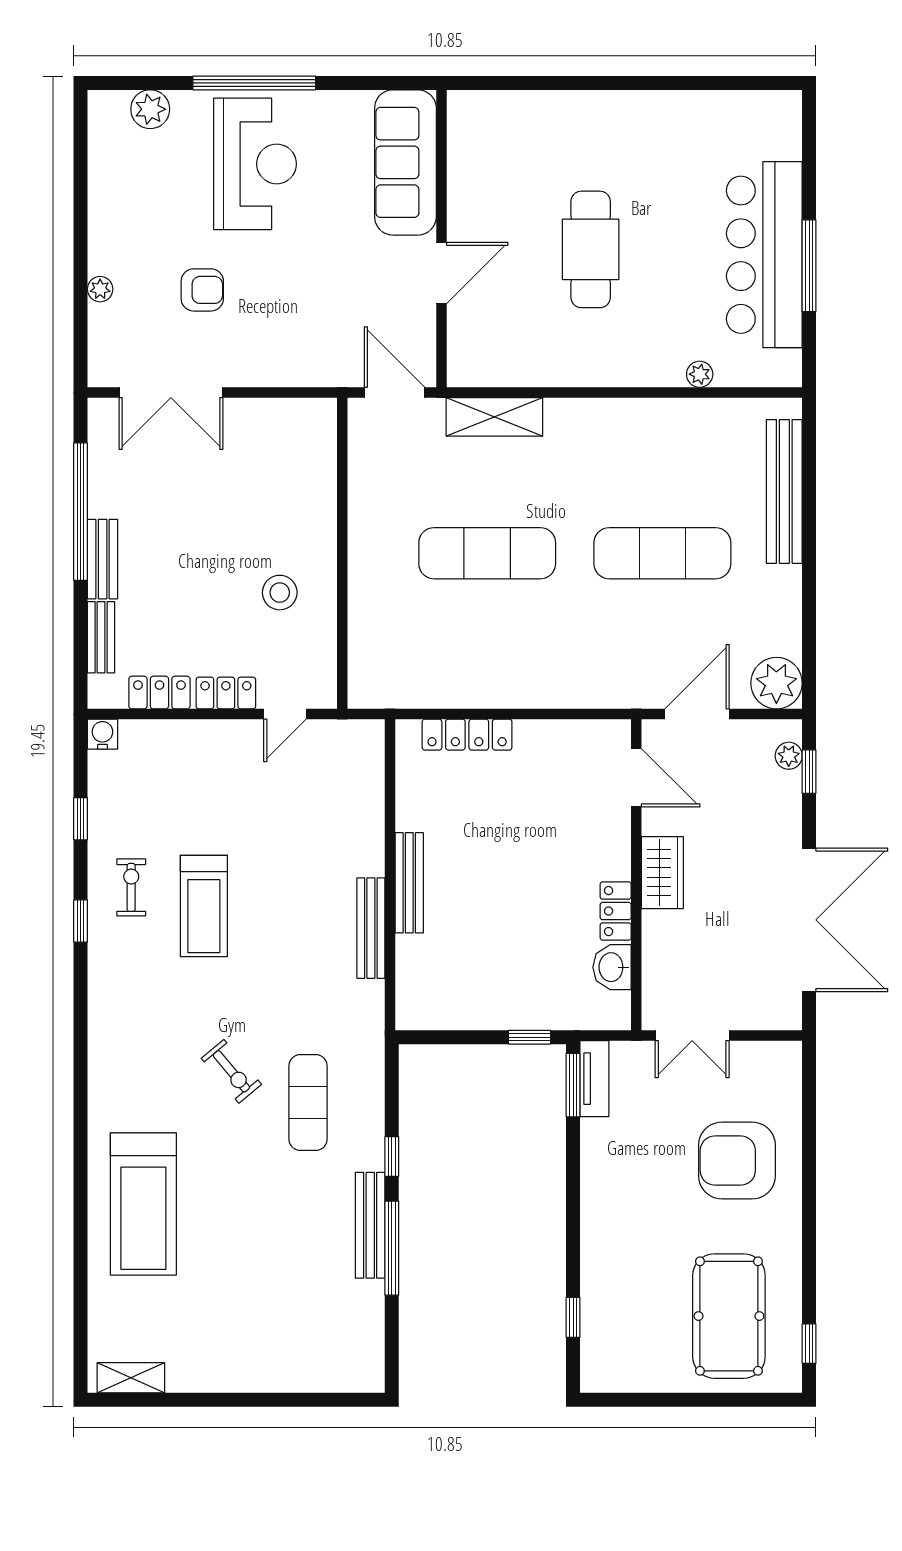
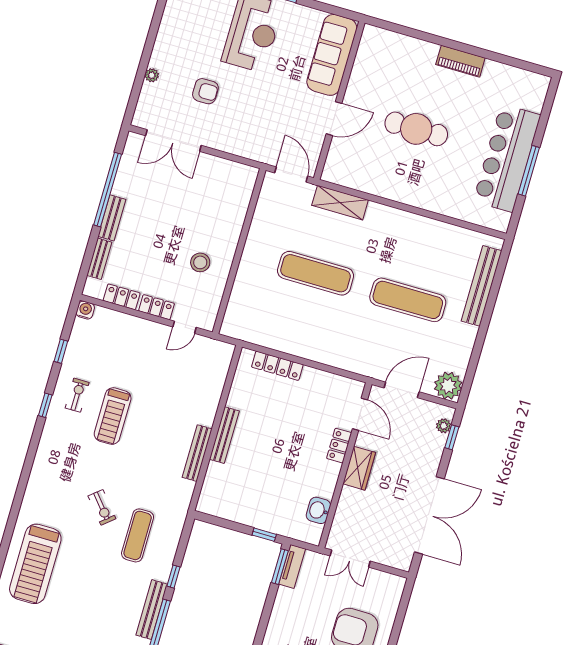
piano: (634, 108) -> (460, 61), added
cafe table: (591, 249) -> (416, 129), turned 90
plant: (700, 374) -> (455, 211), removed
locker: (616, 911) -> (339, 446), moved

